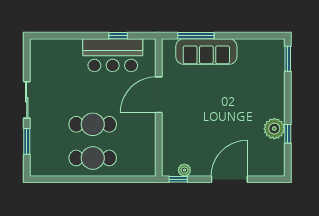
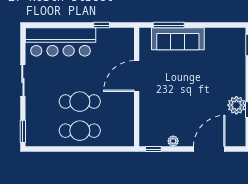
bar counter: (113, 55) -> (61, 42), moved, width x1.36
window: (27, 141) -> (23, 131), moved
plant: (184, 170) -> (173, 141), moved
door: (229, 179) -> (209, 149), moved

